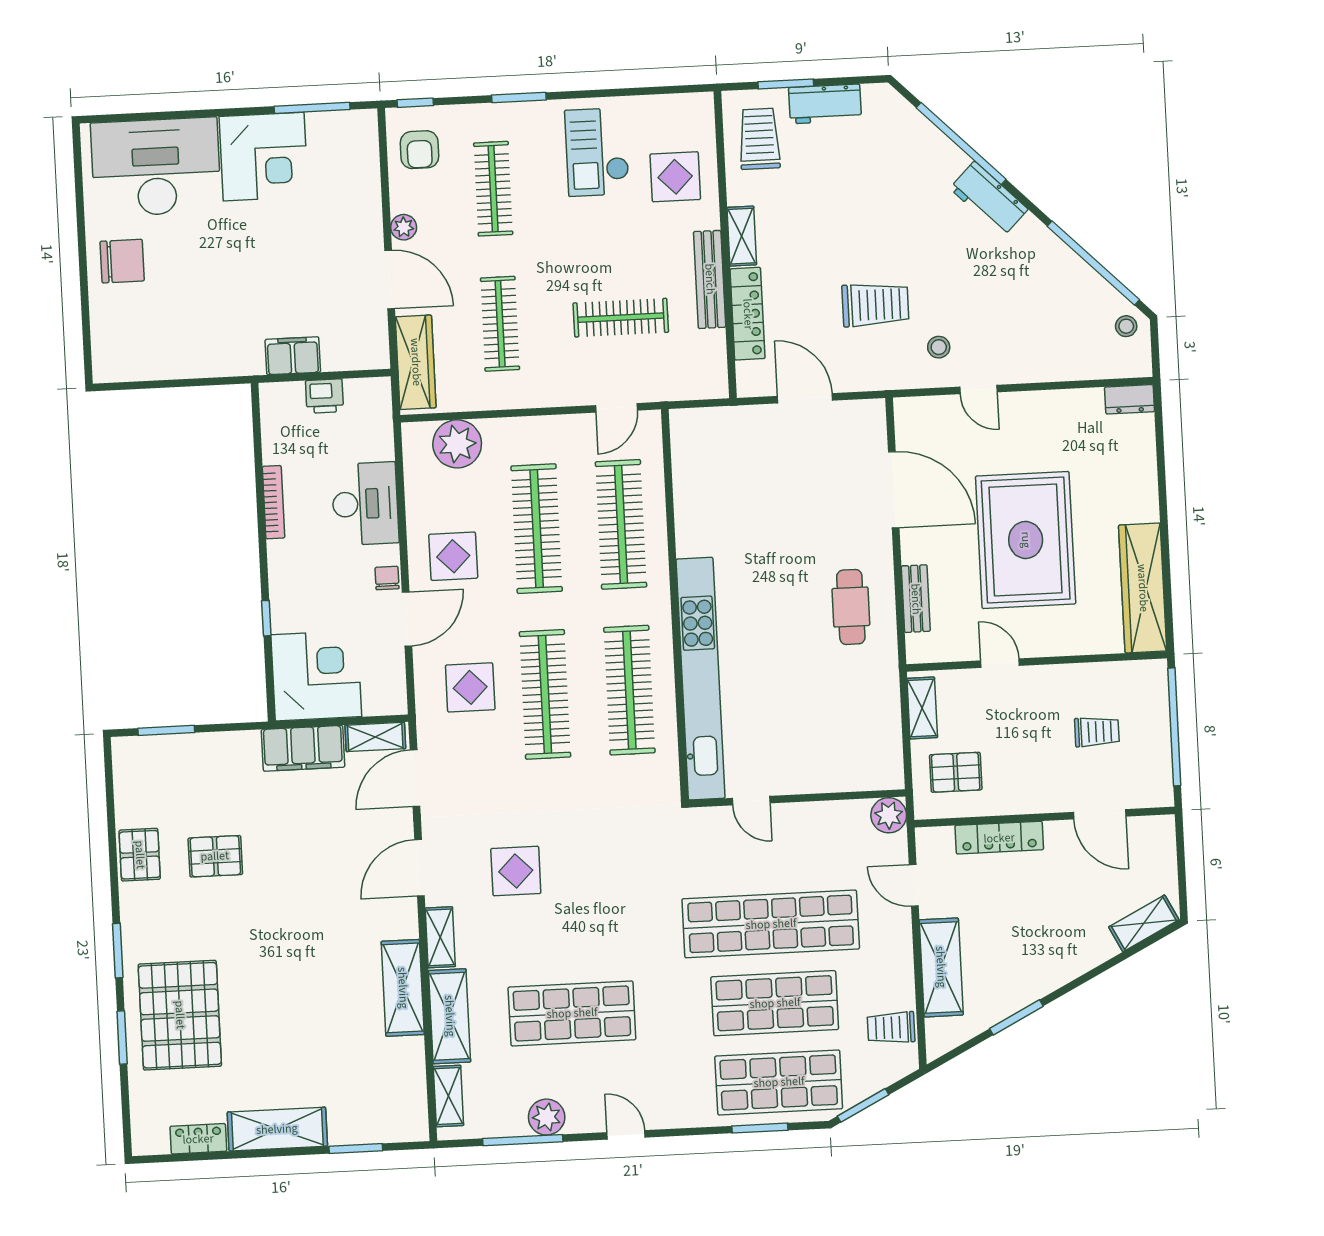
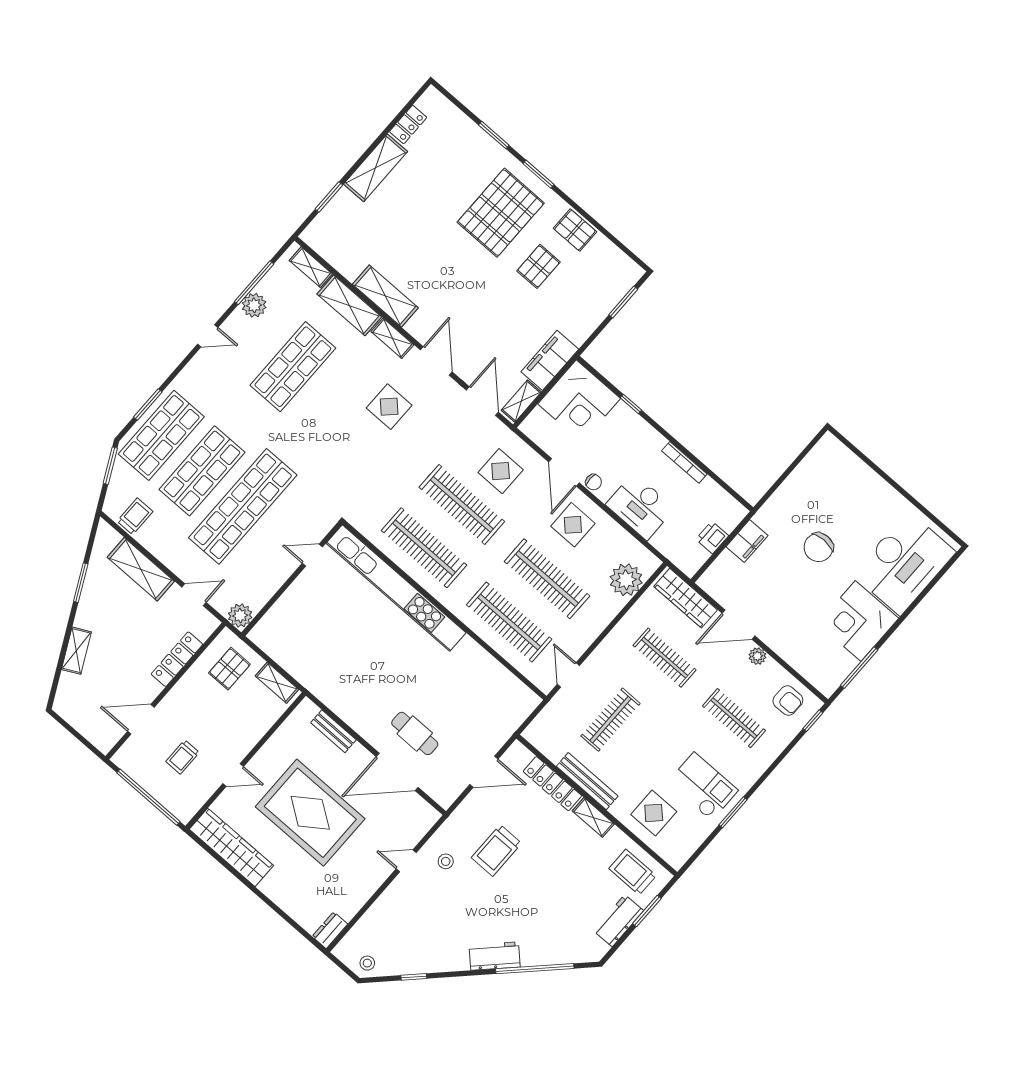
window: (519, 97) -> (733, 812), moved
trolley: (759, 139) -> (633, 872), turned 180
armchair: (419, 150) -> (788, 701), turned 180
chair: (122, 261) -> (819, 547), moved
window: (1093, 263) -> (414, 977), width x0.32
cafe table: (851, 607) -> (415, 733), moved
door: (1000, 663) -> (233, 775), moved
shelving: (1144, 923) -> (76, 651), moved
pallet: (180, 1015) -> (501, 213), moved, turned 90

